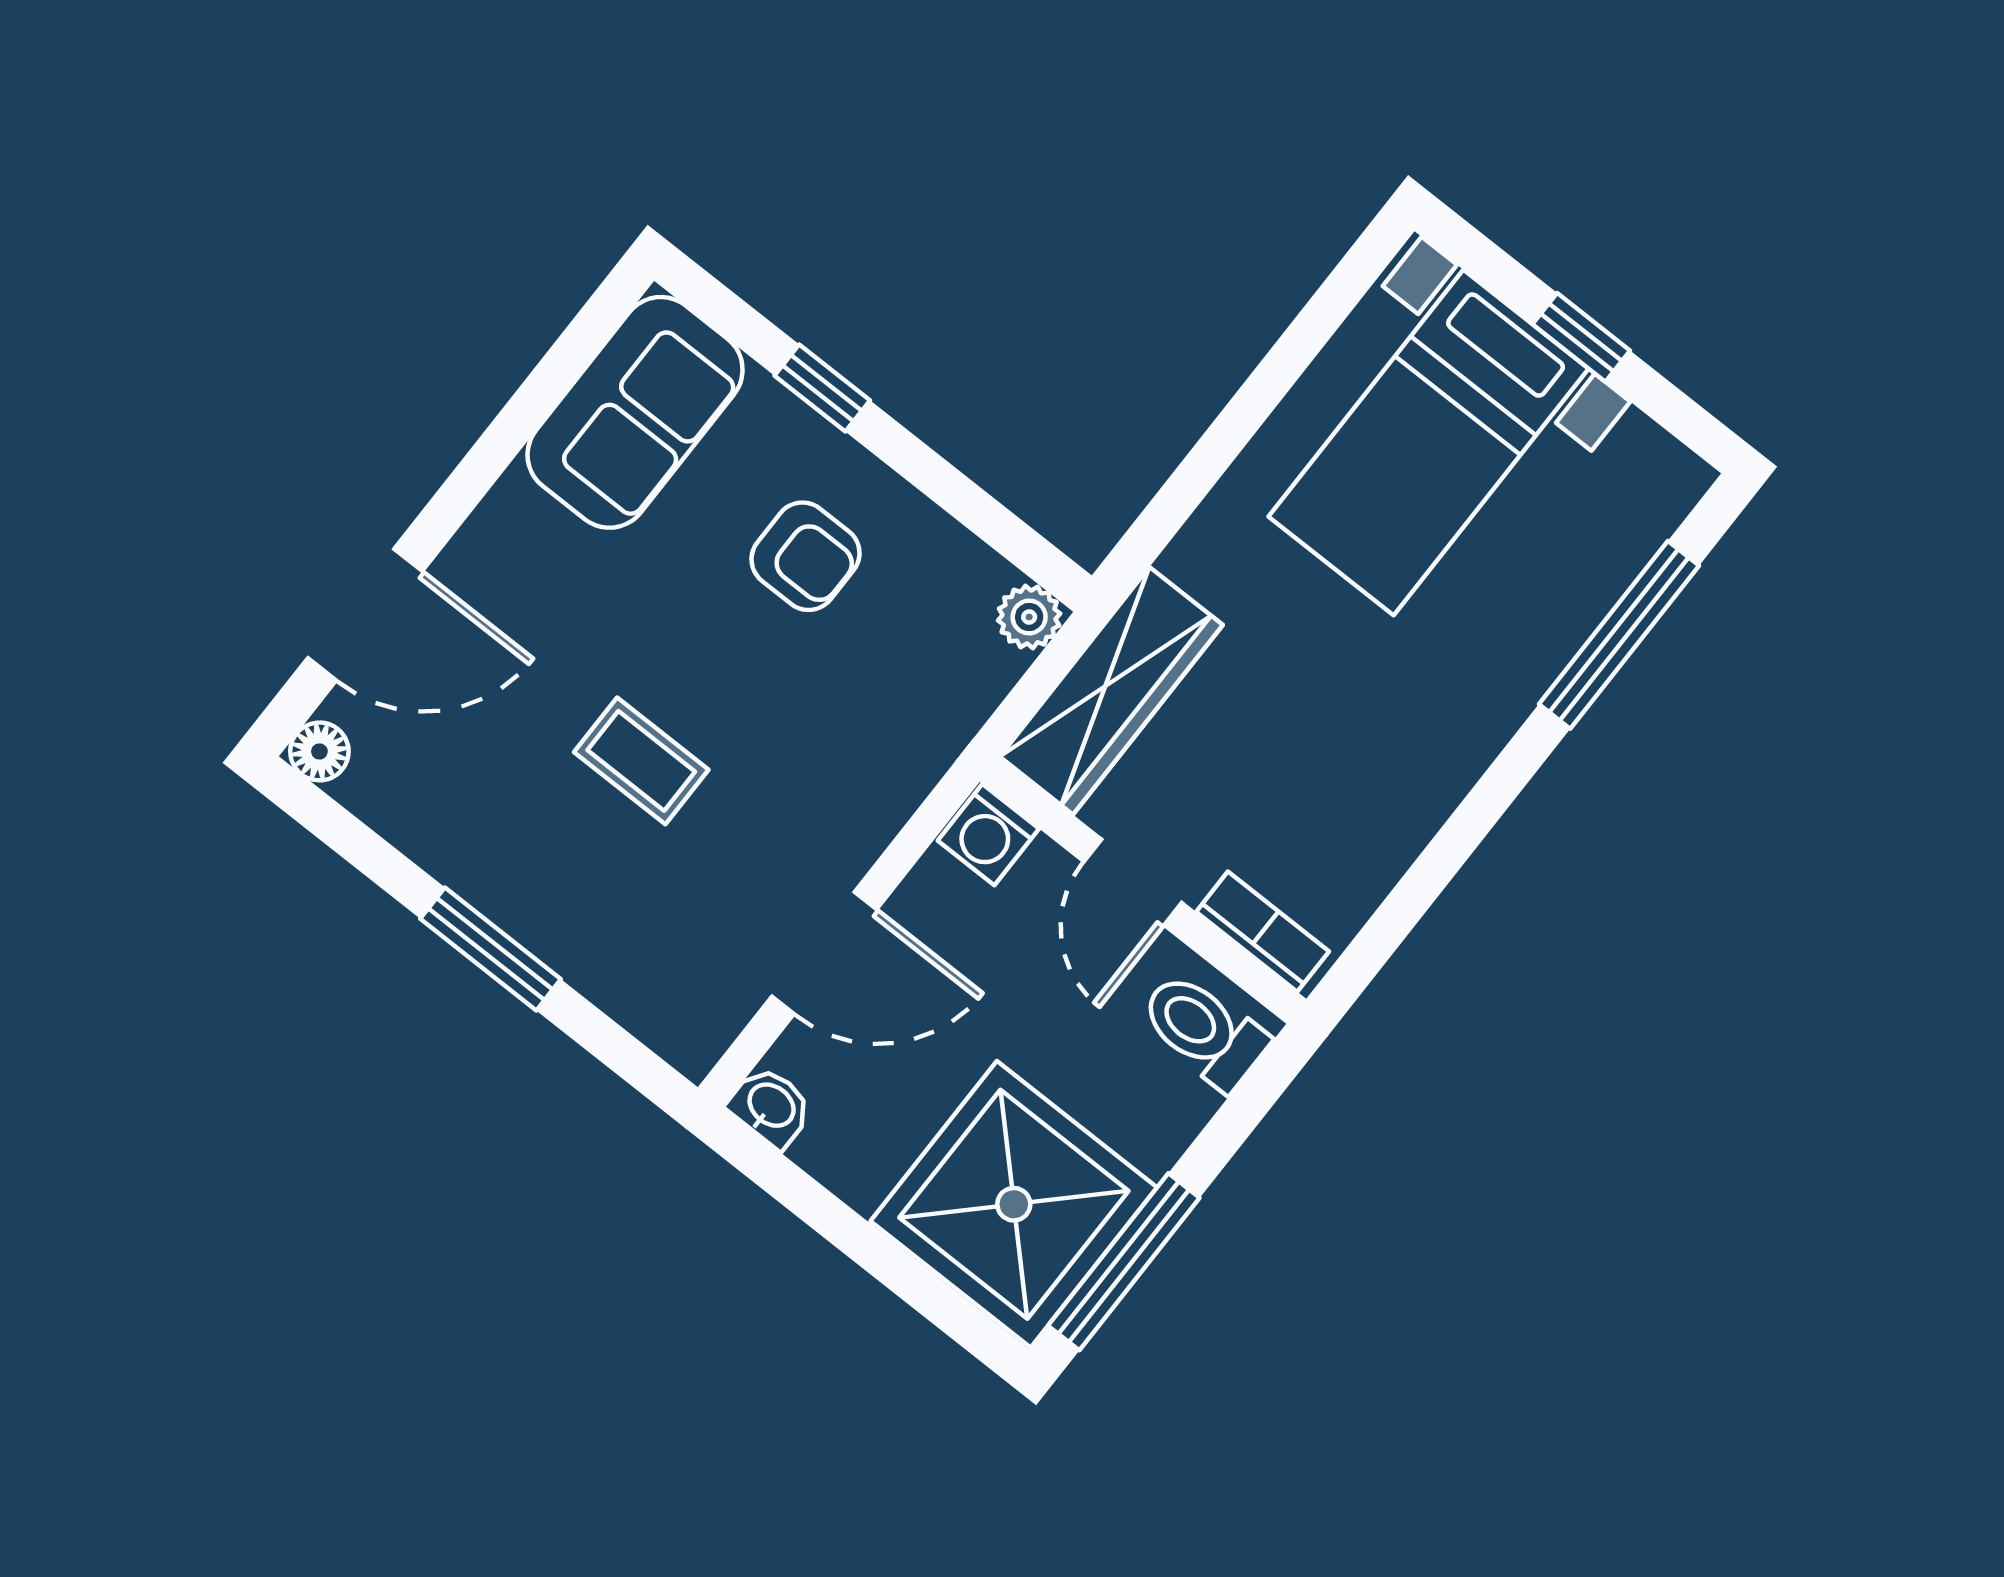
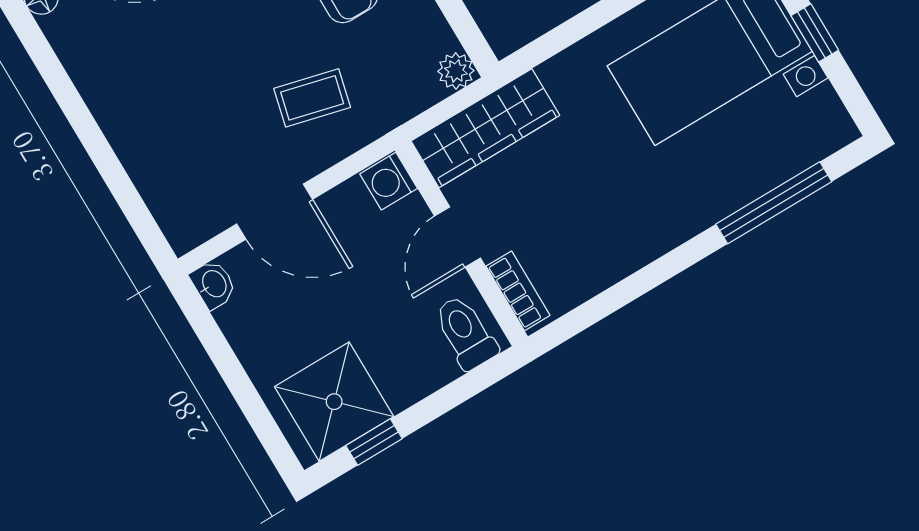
coffee table: (641, 761) -> (312, 98), moved, turned -76
window: (491, 949) -> (94, 140), removed
shower: (1014, 1204) -> (334, 402), width x0.73, depth x0.73
window: (1124, 1262) -> (374, 442), width x0.46

